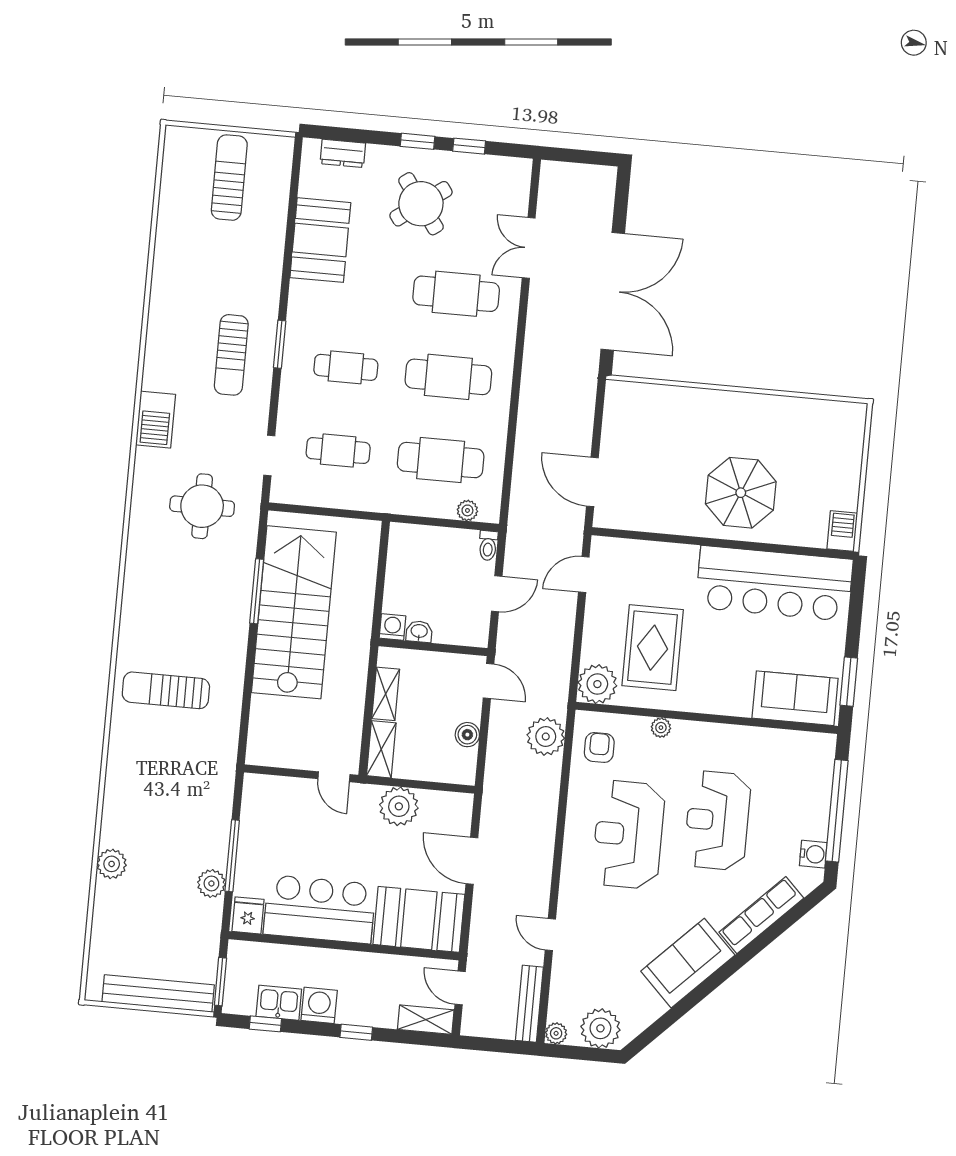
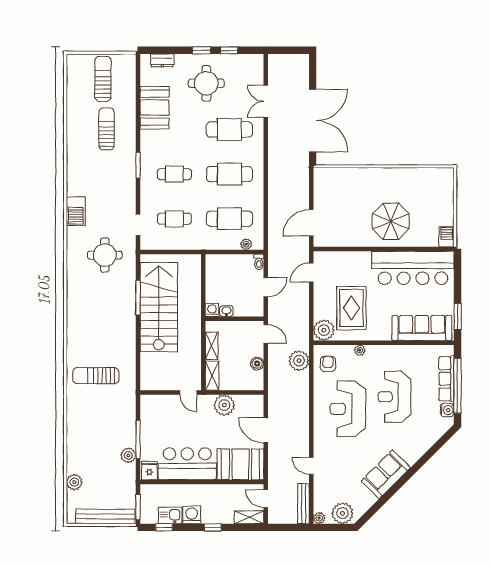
round table: (421, 204) -> (206, 83), turned 36
sun lounger: (231, 355) -> (107, 129), moved, turned 180
door: (592, 482) -> (311, 223), hinge flipped
sun lounger: (166, 690) -> (96, 376), moved
sofa: (795, 698) -> (422, 328), width x1.36
plant: (112, 864) -> (74, 482), moved
row of seats: (761, 915) -> (446, 379), moved, turned -45

